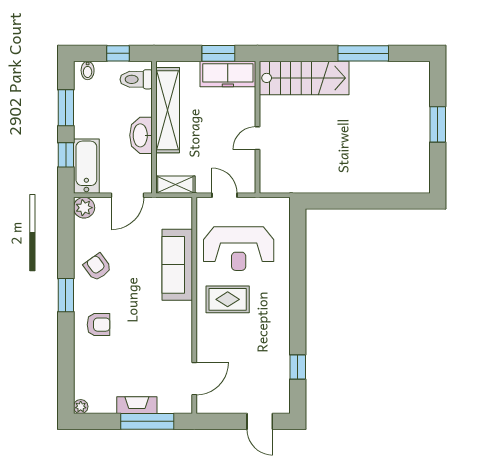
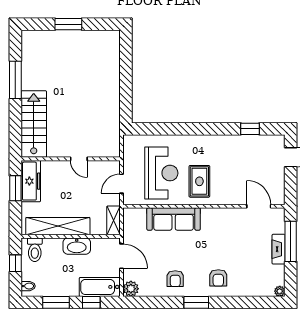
armchair: (97, 267) -> (175, 279), turned -54
armchair: (99, 325) -> (218, 278), turned 180

